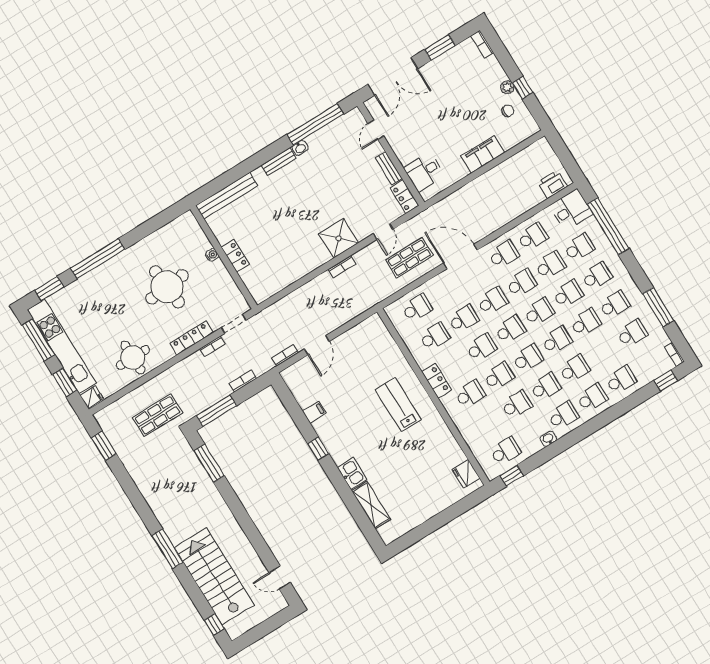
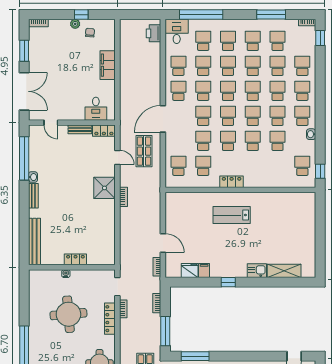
school desk: (470, 394) -> (278, 66), moved
fridge: (466, 474) -> (190, 270), moved, turned 180

